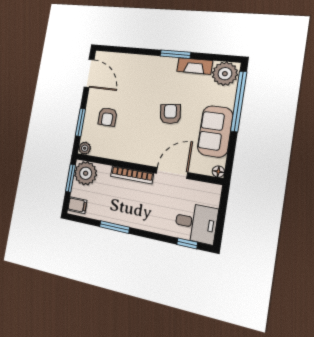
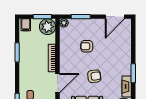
armchair: (107, 117) -> (87, 46), moved
door: (172, 173) -> (58, 83), hinge flipped

